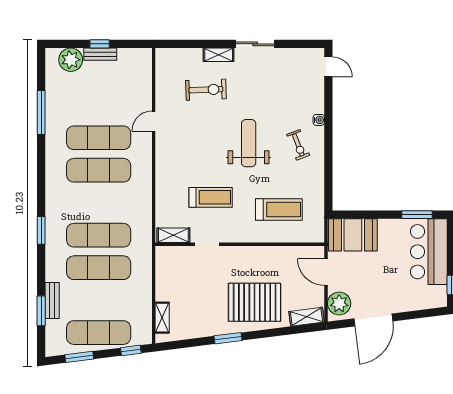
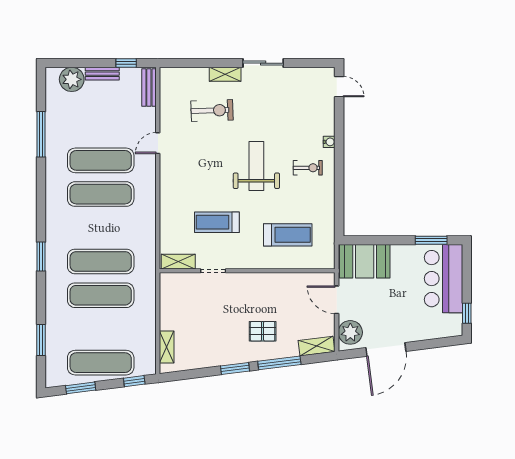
window: (100, 44) -> (126, 63), moved
exercise bike: (298, 145) -> (308, 168), turned -69
treadmill: (211, 197) -> (217, 222), turned 180
bench: (52, 301) -> (149, 87), moved
pallet: (255, 302) -> (263, 331), width x0.49, depth x0.50
window: (271, 333) -> (279, 363), added

